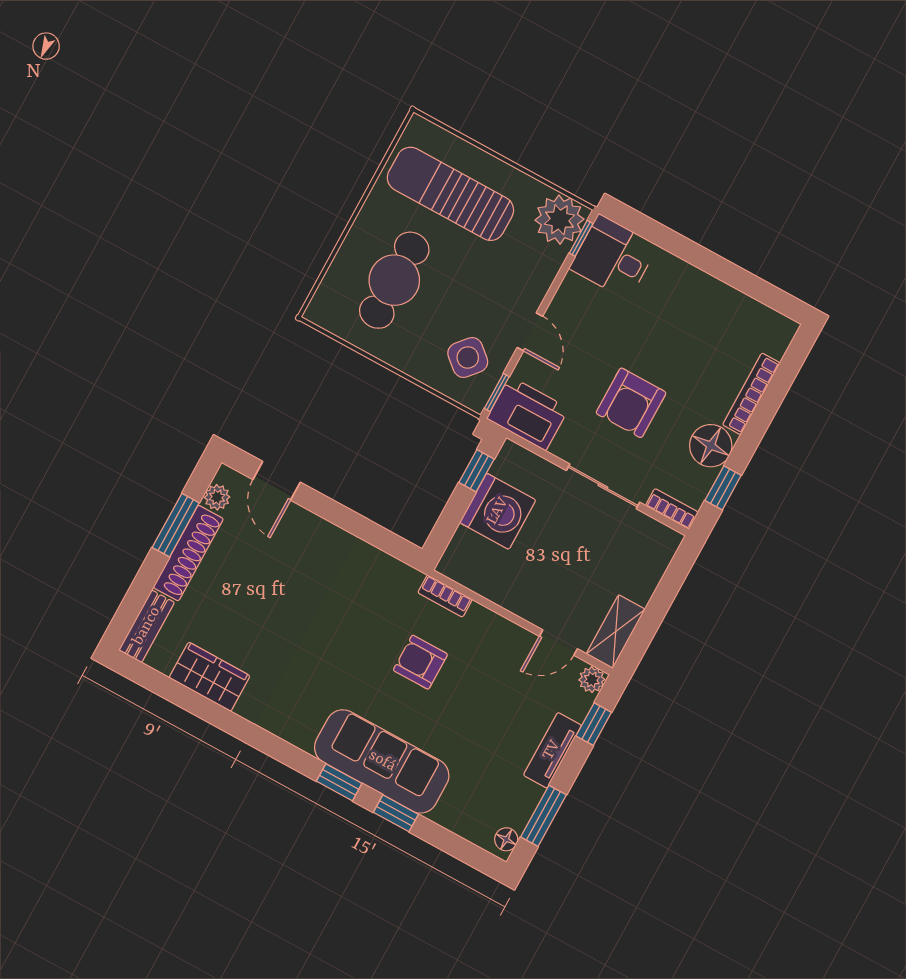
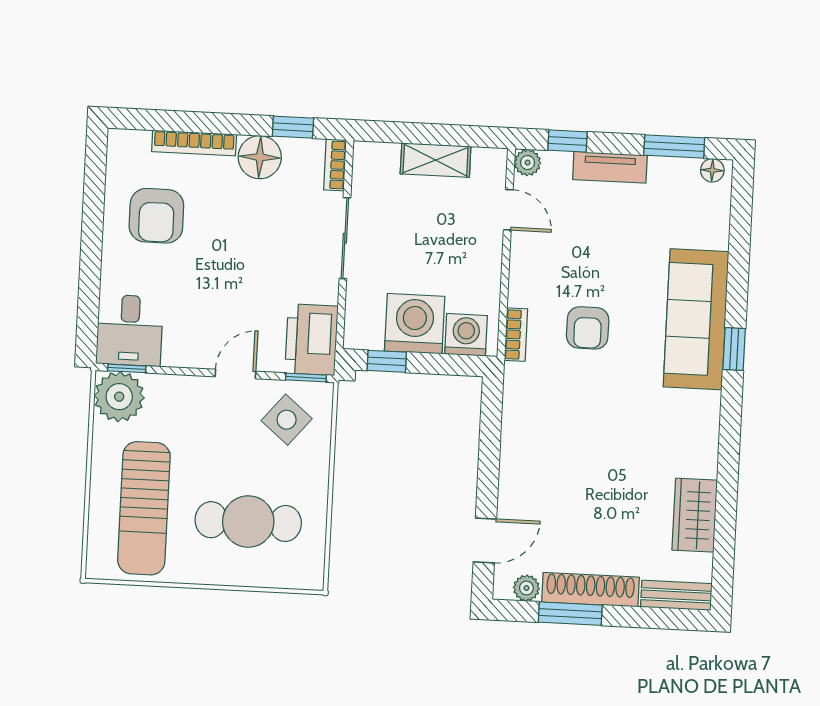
armchair: (631, 403) -> (156, 216), moved, turned 90
washing machine: (466, 552) -> (466, 335), added
shelving: (616, 632) -> (436, 160), moved
window: (396, 813) -> (737, 283), removed

